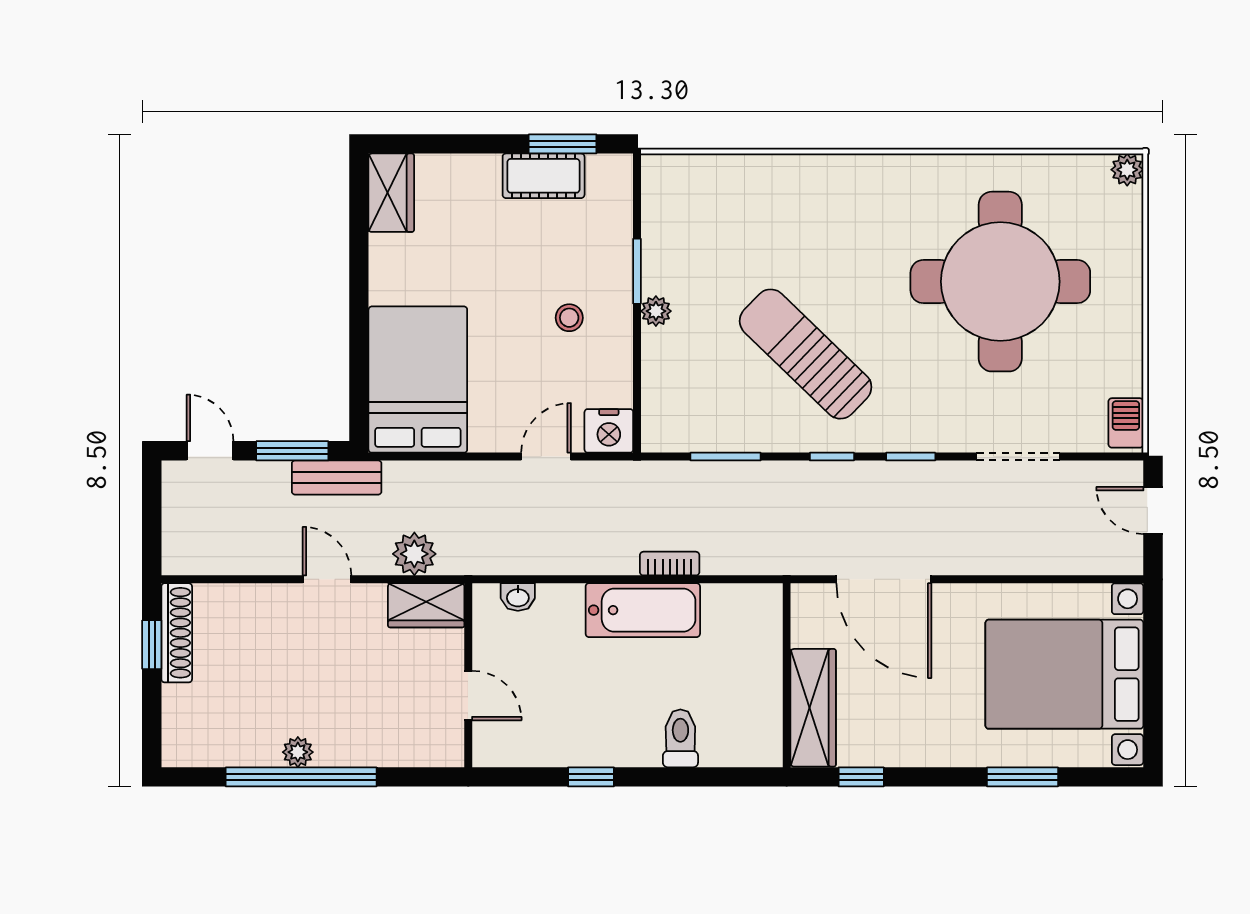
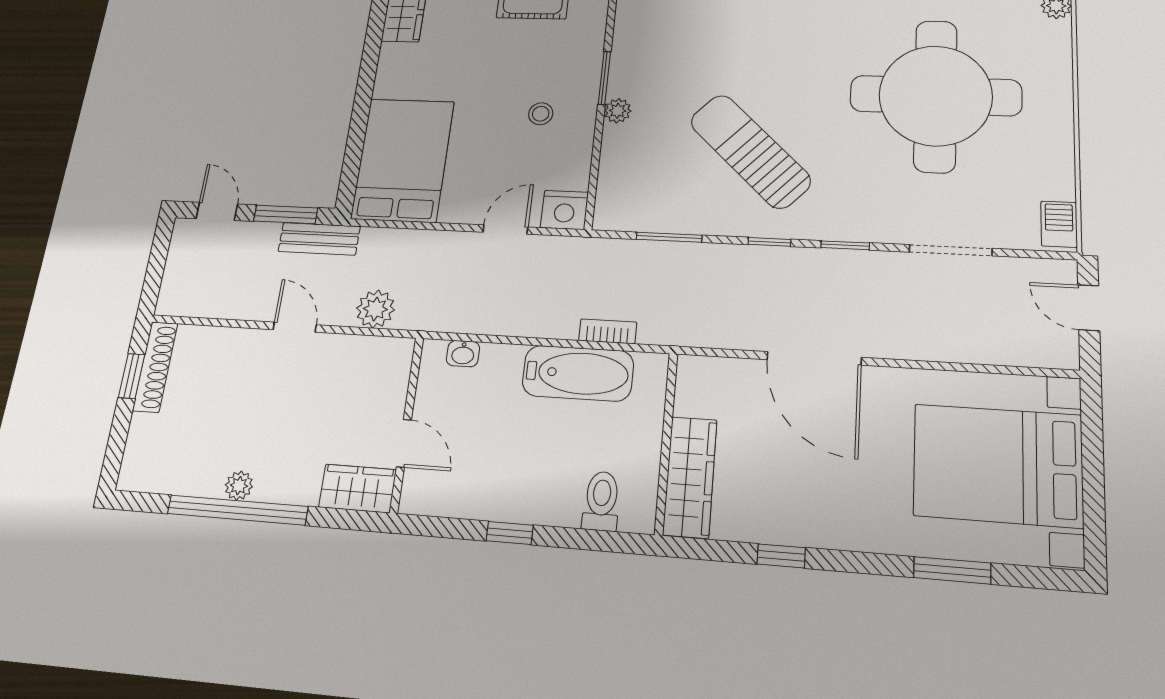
wardrobe: (426, 605) -> (358, 488), moved, turned 180
wall: (787, 675) -> (666, 442), moved
wardrobe: (813, 708) -> (690, 477), moved

